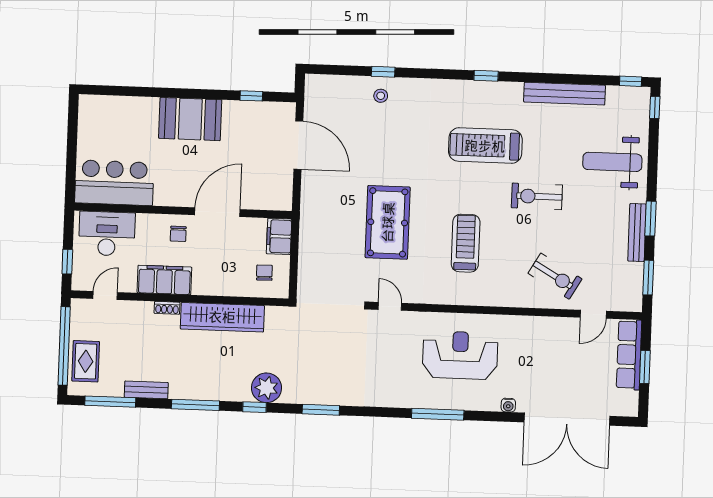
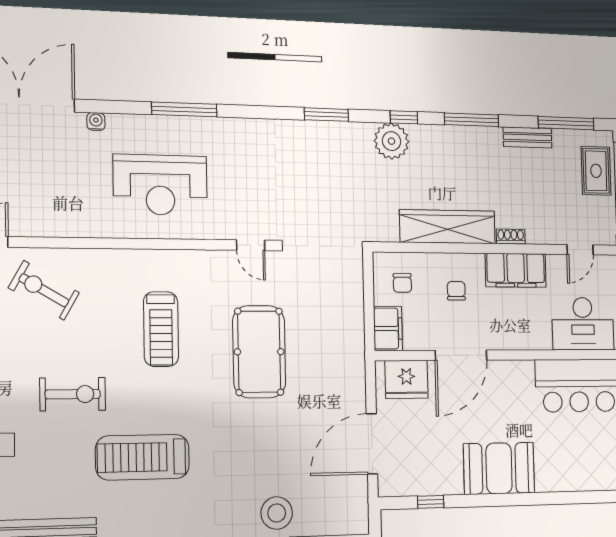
stool: (381, 96) -> (277, 513), width x1.89, depth x1.89
door: (298, 145) -> (372, 444), hinge flipped
treadmill: (485, 146) -> (142, 457), turned 180
fridge: (266, 195) -> (406, 379), added
chair: (178, 234) -> (456, 291), moved

